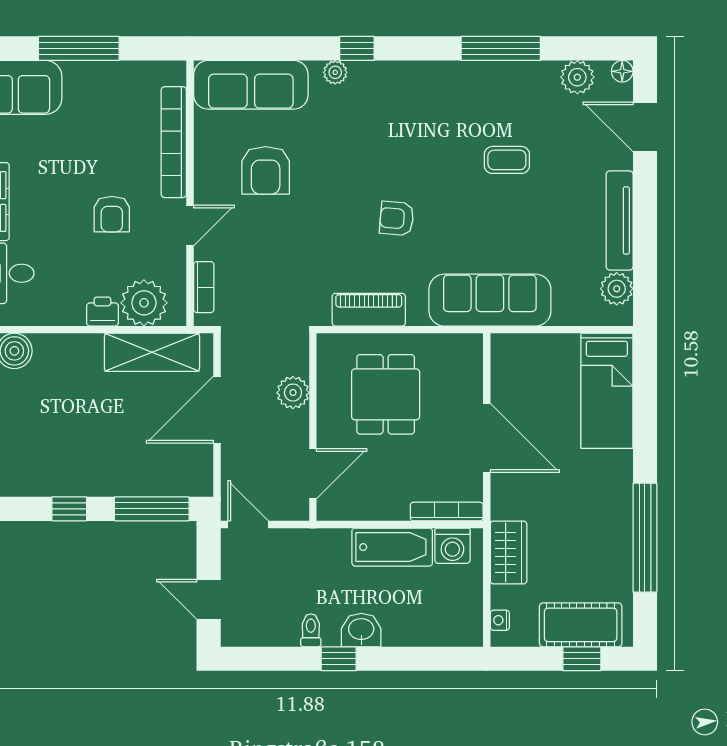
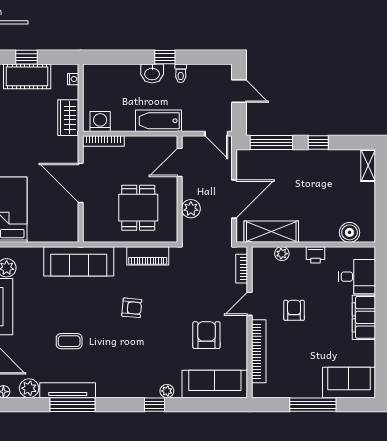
tv unit: (509, 74) -> (68, 390), added
plant: (144, 303) -> (282, 254), width x0.53, depth x0.53
printer: (102, 312) -> (315, 255), moved
bathtub: (392, 547) -> (159, 121), moved

